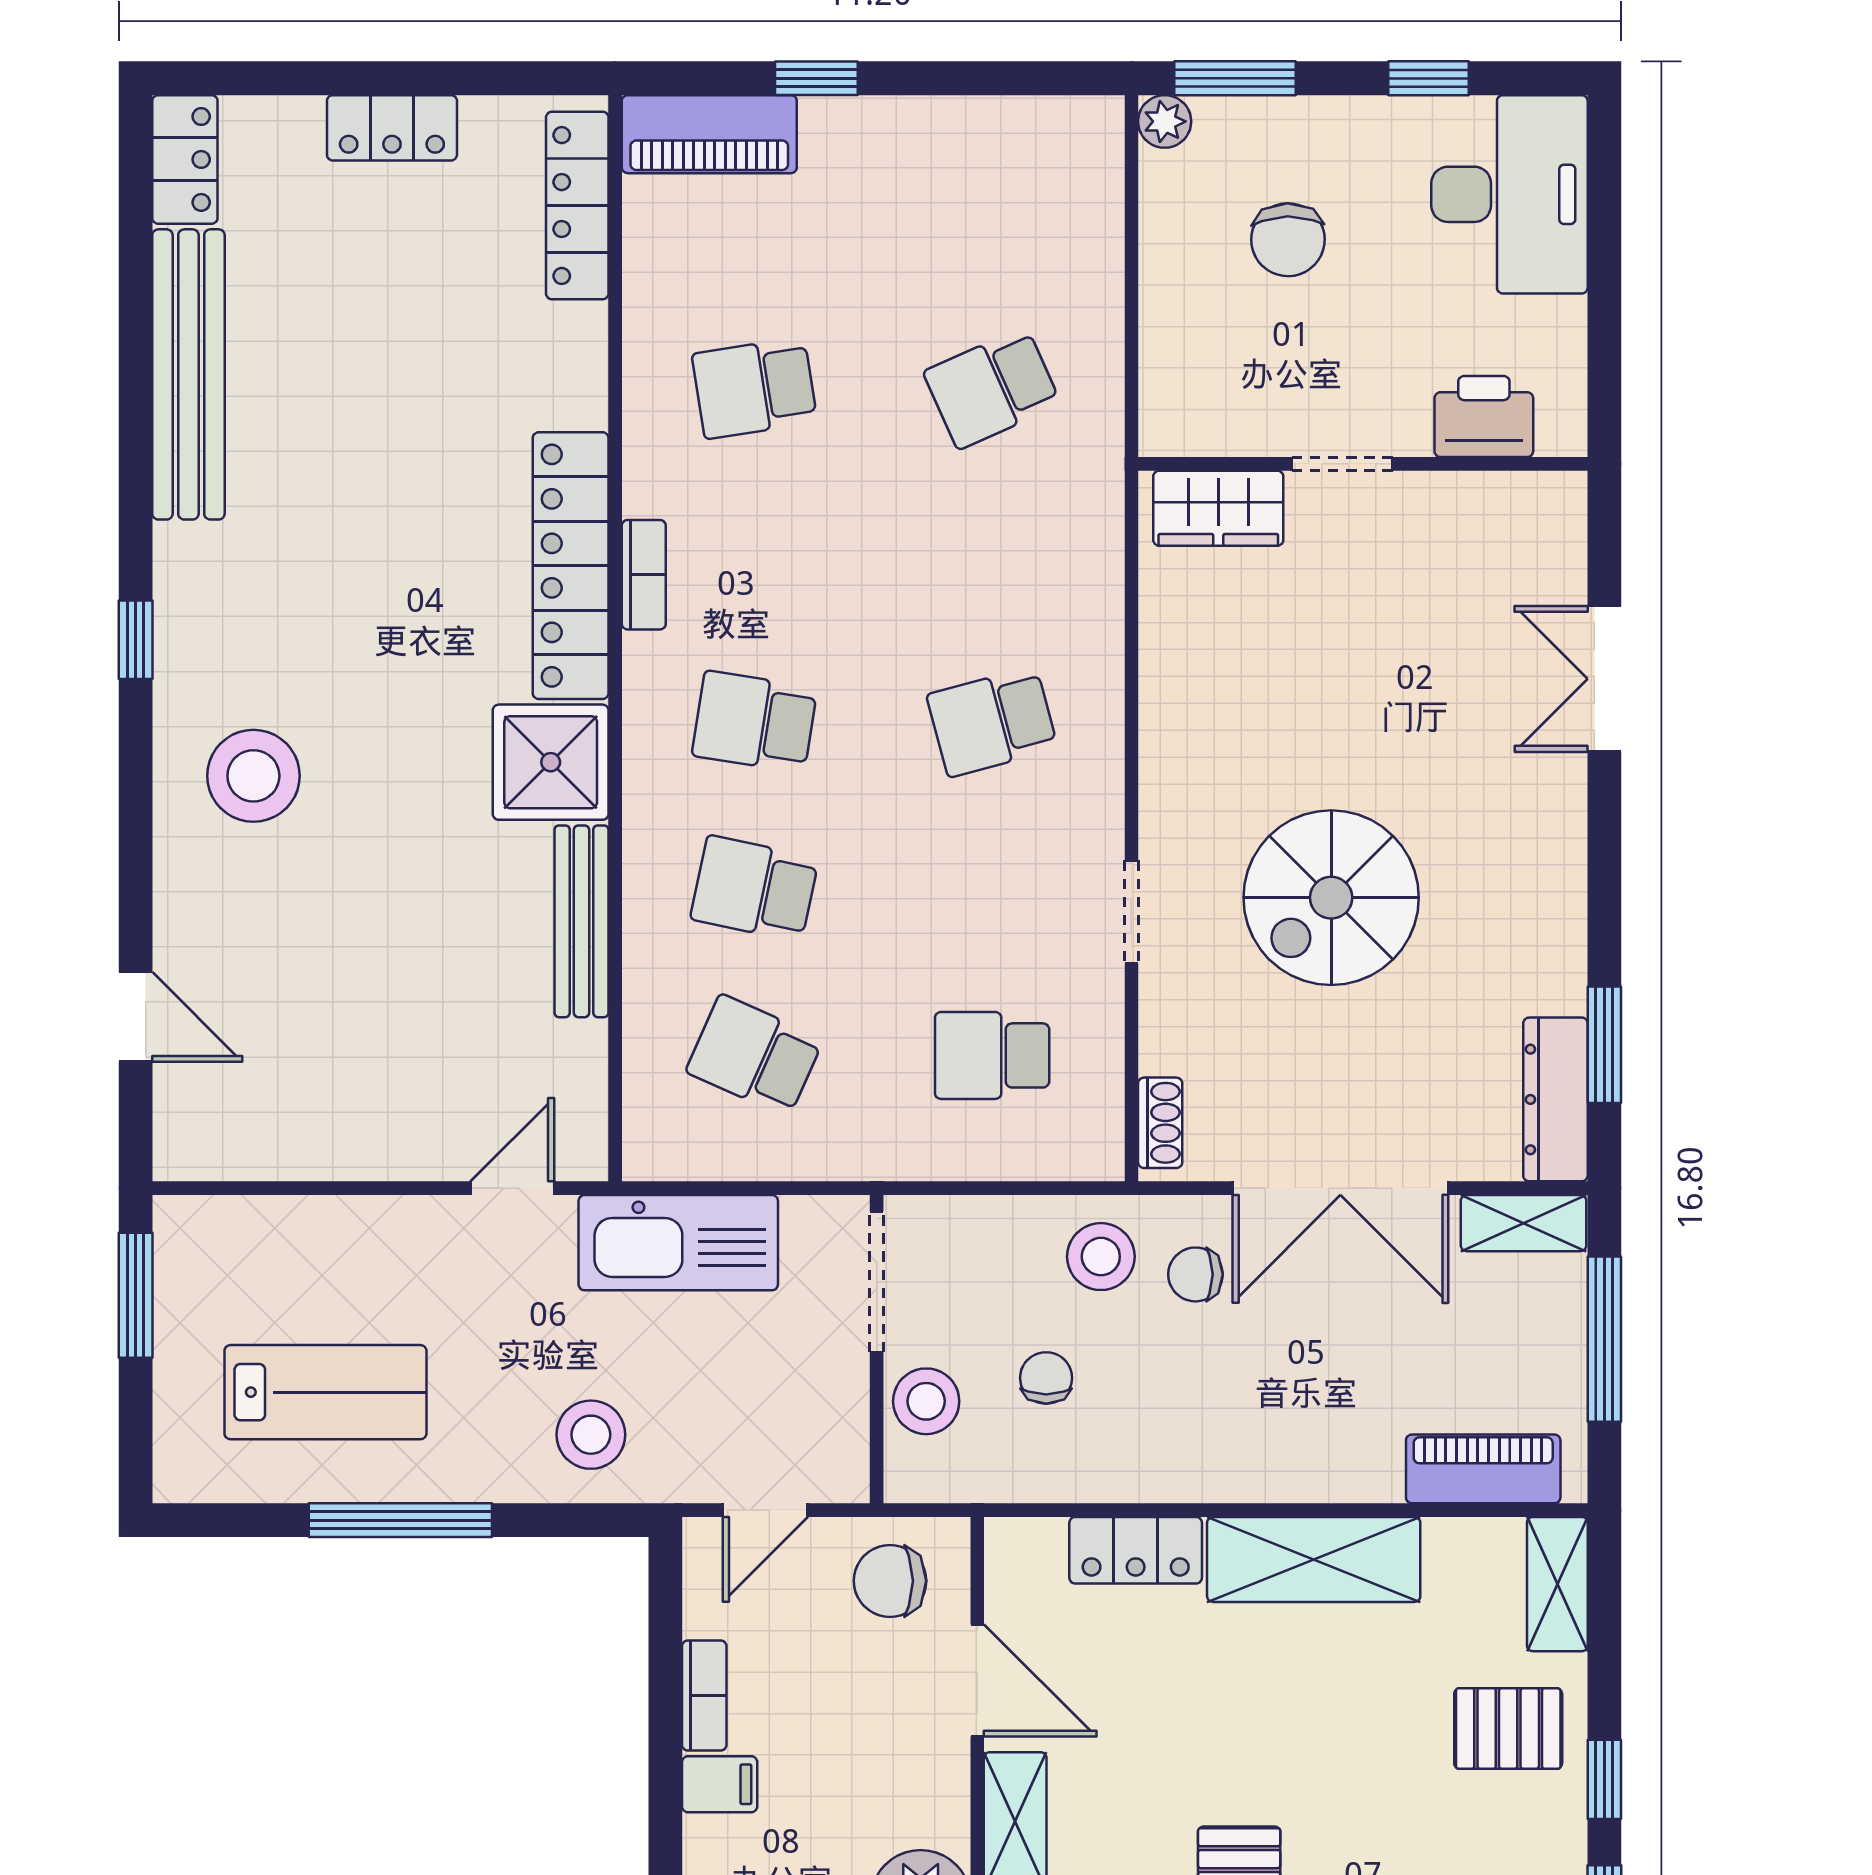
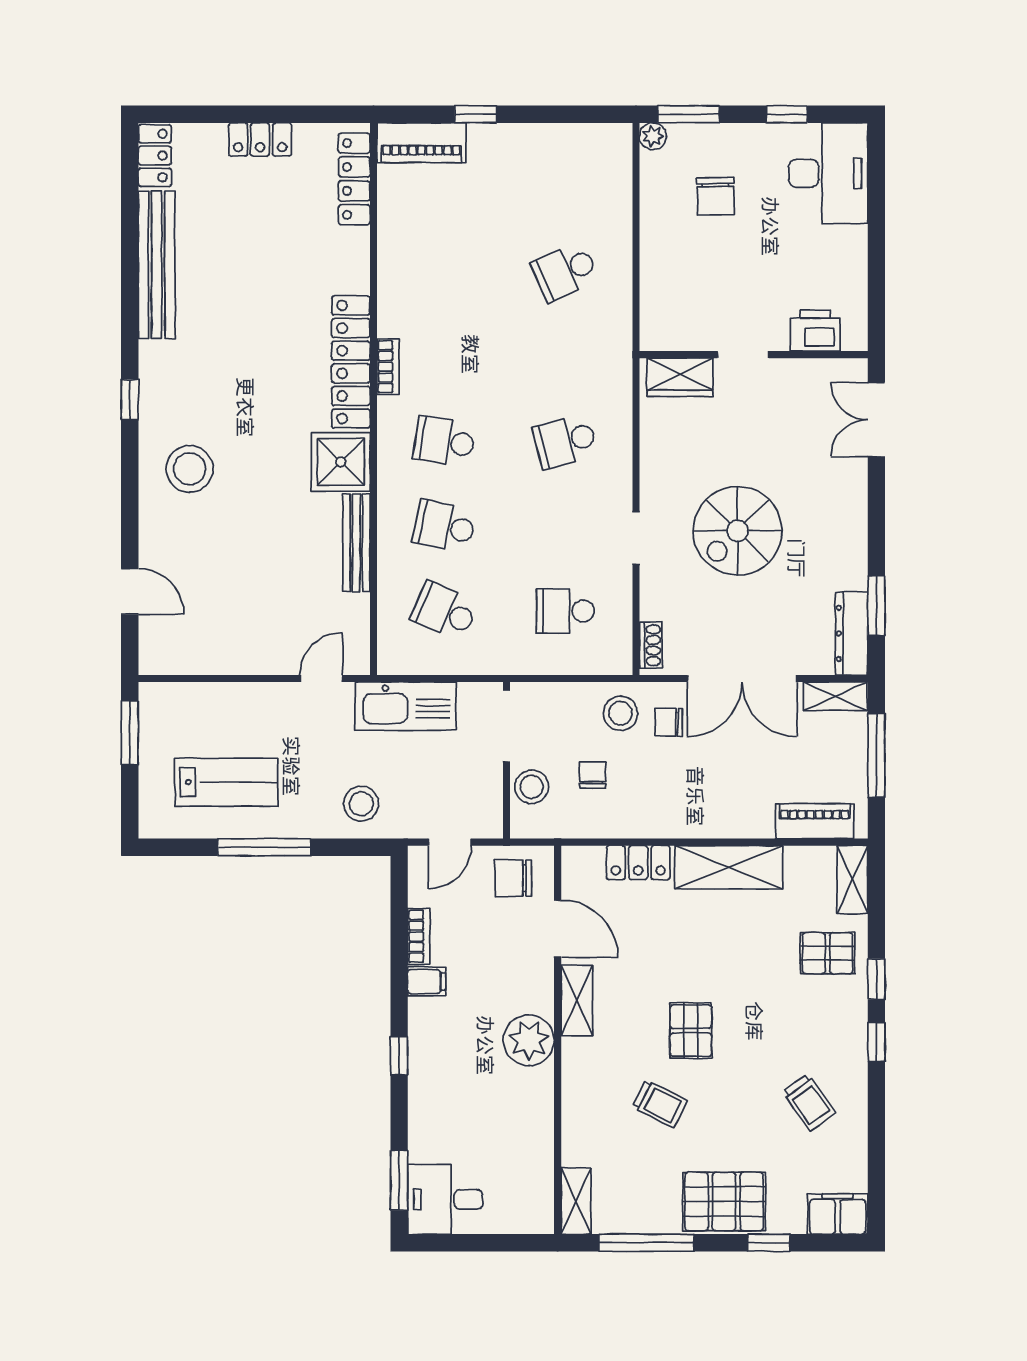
school desk: (754, 388) -> (444, 272), removed
printer: (1484, 417) -> (815, 331), moved
doorway: (1342, 464) -> (743, 355), moved
wall: (1363, 464) -> (754, 355), moved
wardrobe: (1218, 508) -> (680, 377), moved

